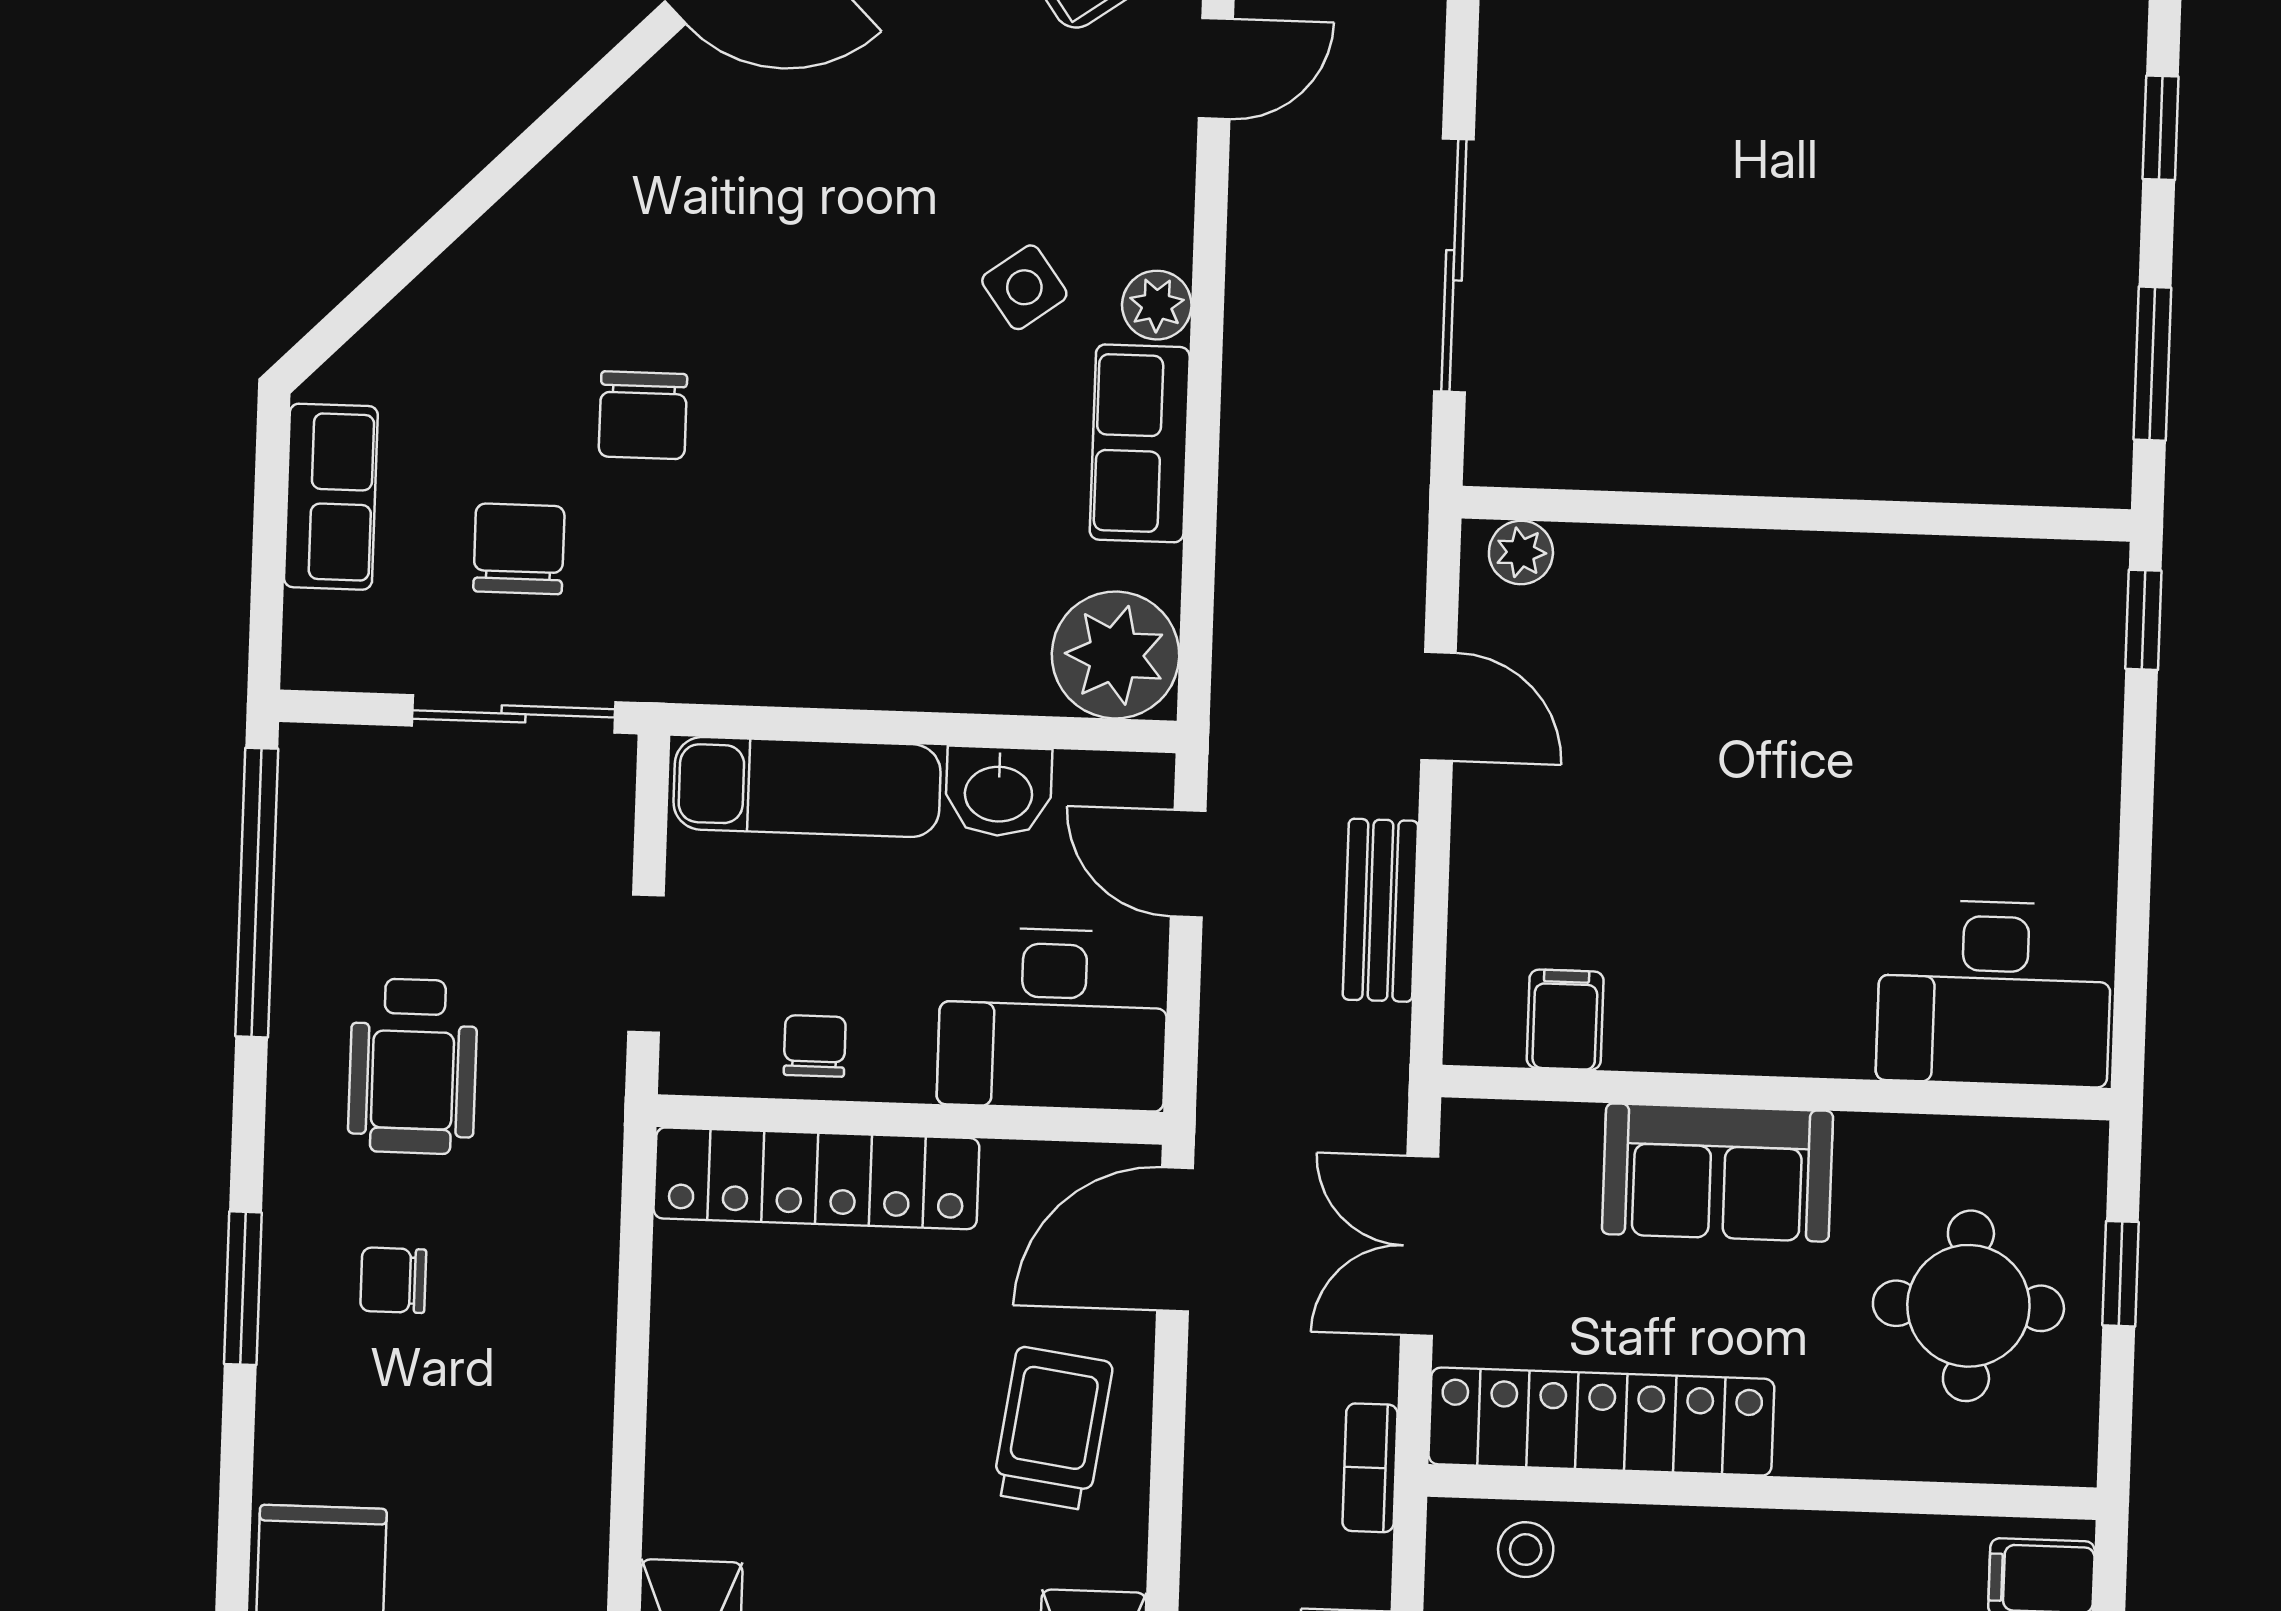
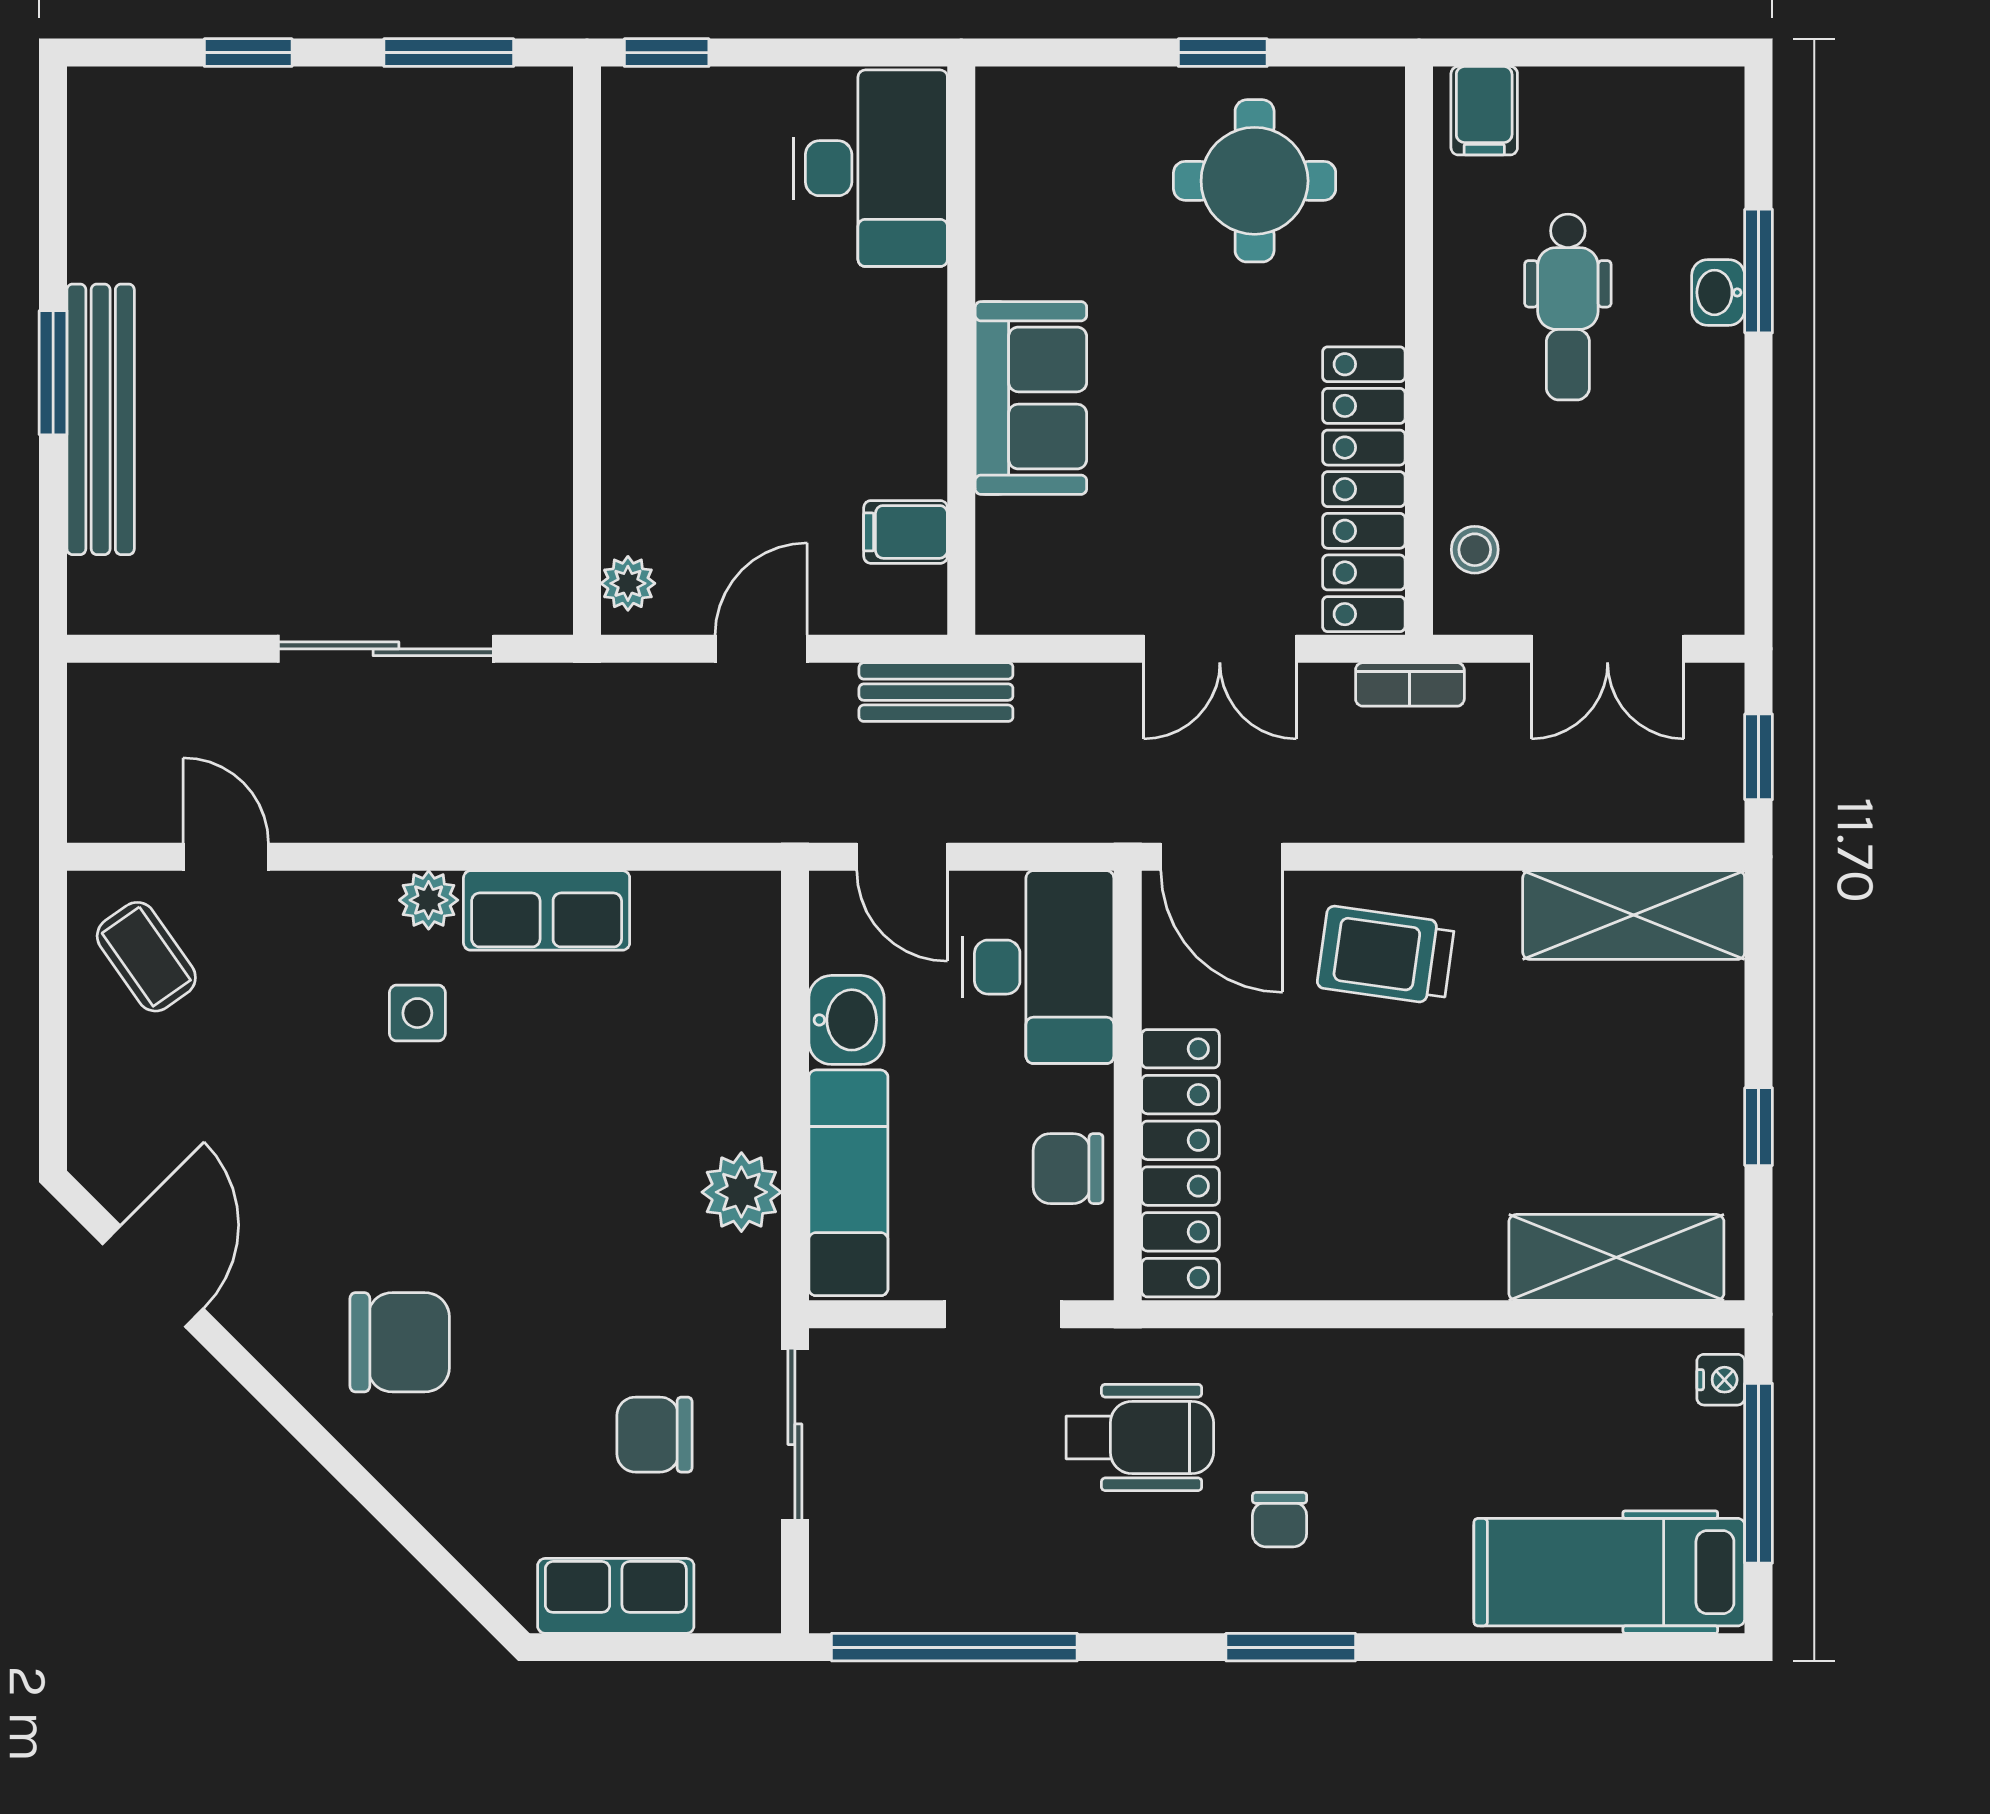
side table: (1024, 287) -> (417, 1013), turned 36
chair: (643, 415) -> (400, 1342), moved, width x1.37, depth x1.37
plant: (1115, 655) -> (741, 1192), moved, width x0.73, depth x0.73
door: (1188, 864) -> (902, 857), hinge flipped
desk: (1994, 993) -> (870, 168), moved
filing cabinet: (1565, 1020) -> (906, 532), moved
chair: (815, 1046) -> (1068, 1169), width x1.37, depth x1.37
wheelchair: (413, 1066) -> (1140, 1437), moved
wall: (1776, 1093) -> (961, 351), moved
sofa: (1717, 1173) -> (1031, 398), moved

